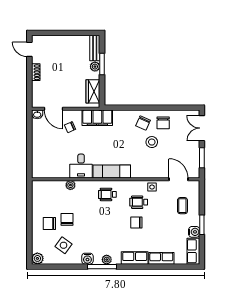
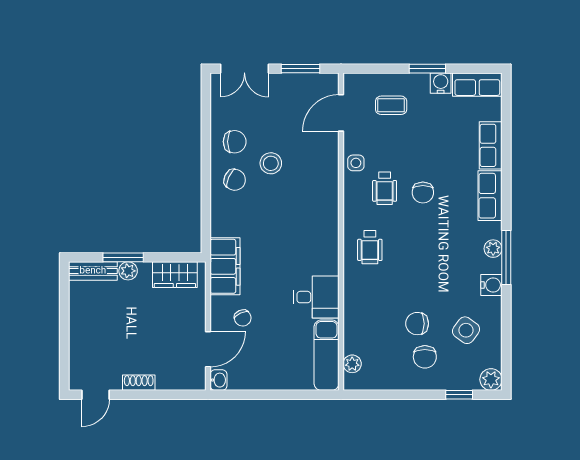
exam couch: (112, 172) -> (327, 355), moved
plant: (70, 185) -> (352, 364), moved
window: (29, 242) -> (459, 395), added

